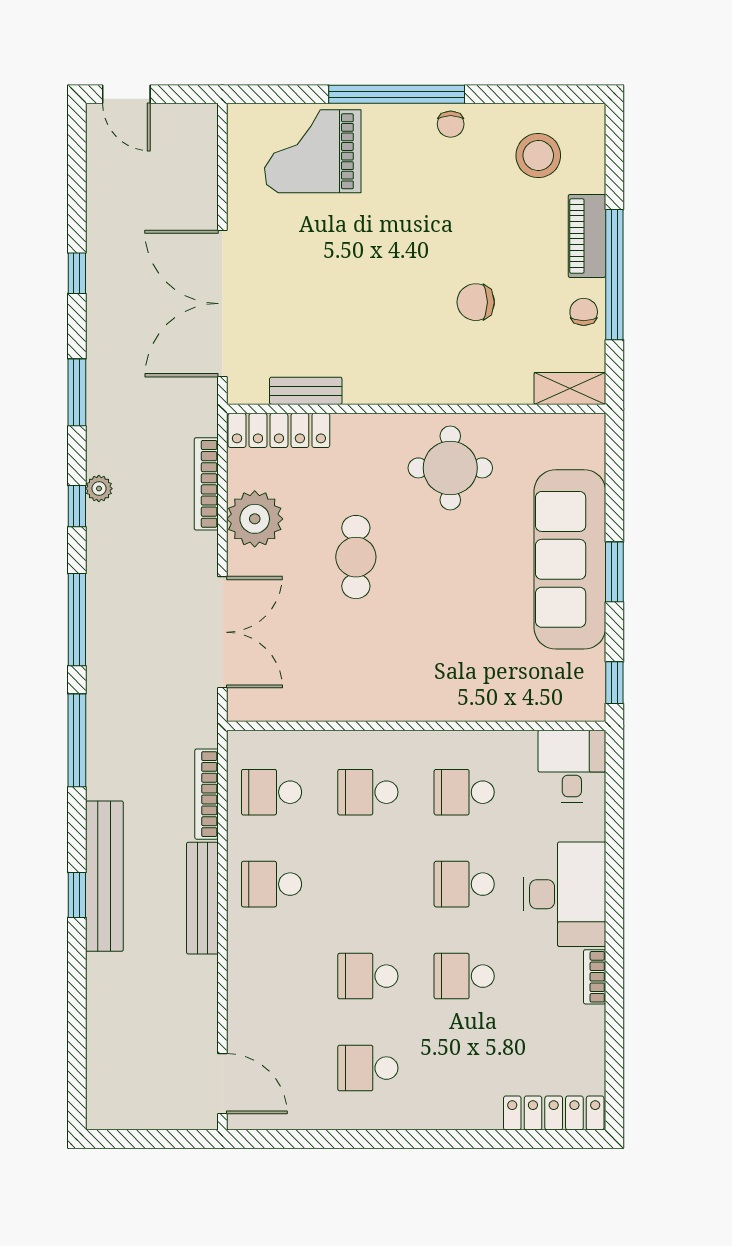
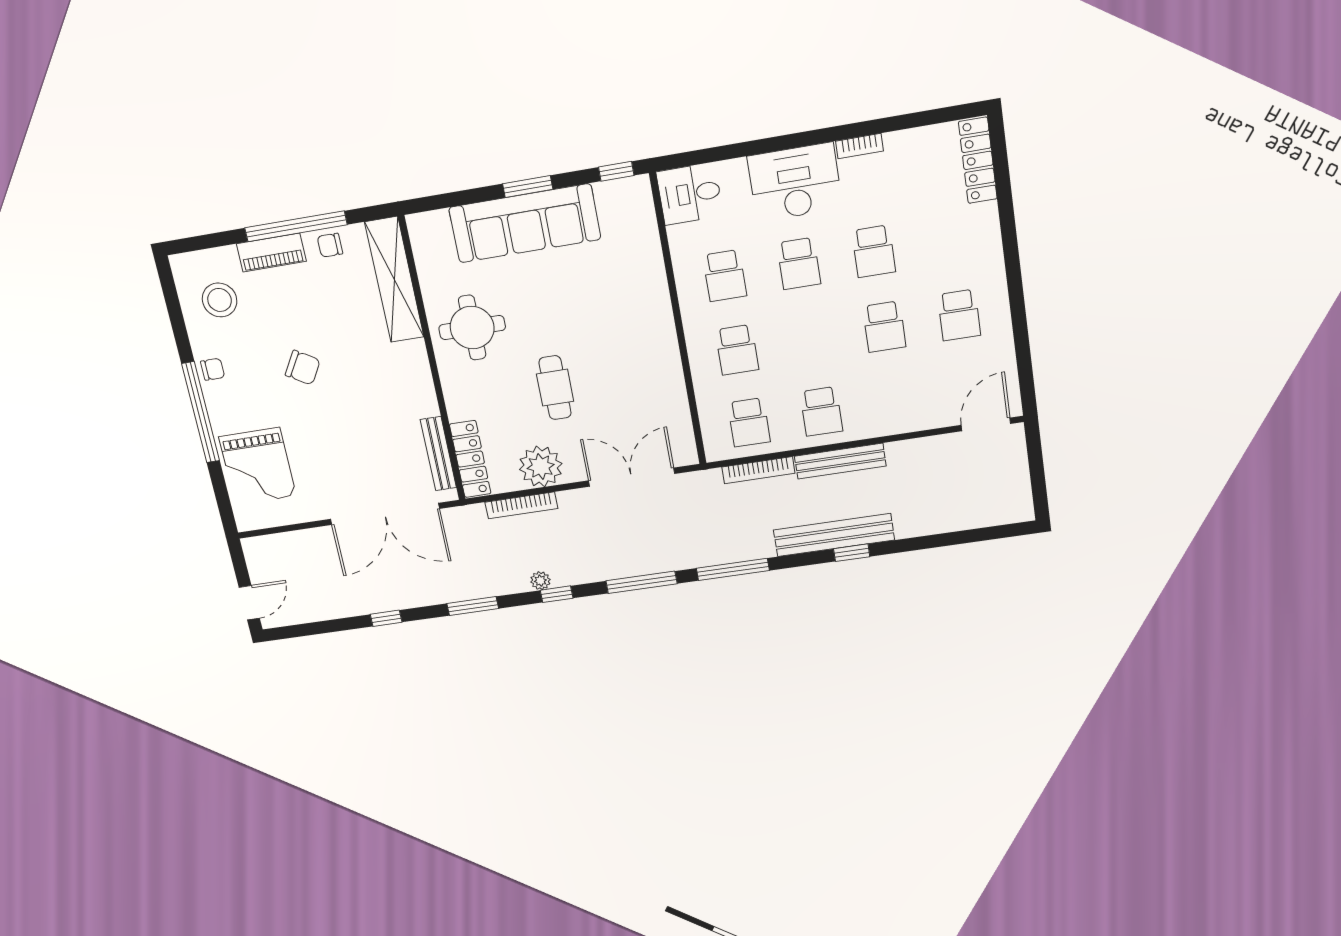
chair: (476, 302) -> (303, 368), moved, turned -59
shelving: (570, 388) -> (394, 280), width x2.20, depth x1.33
bench: (306, 391) -> (438, 454), width x1.36
cafe table: (356, 557) -> (555, 388), turned 90

